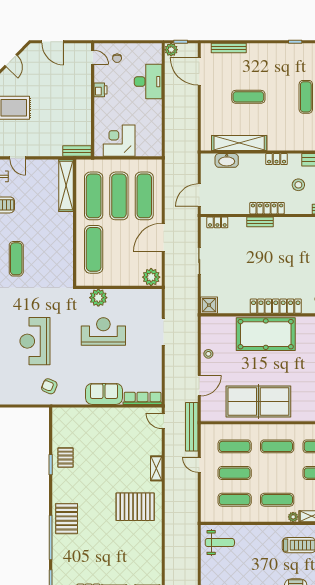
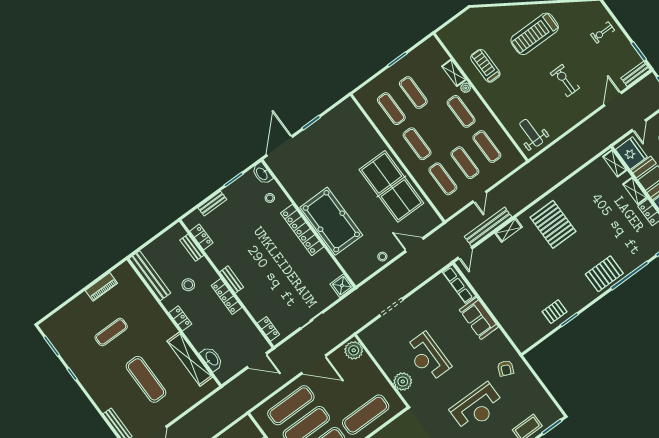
exercise mat: (248, 97) -> (146, 379), width x1.36, depth x1.45
bench: (260, 222) -> (232, 280), moved
bench: (192, 427) -> (488, 227), moved

